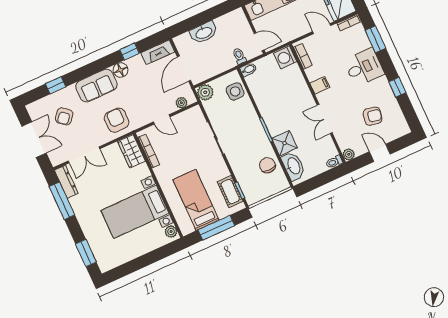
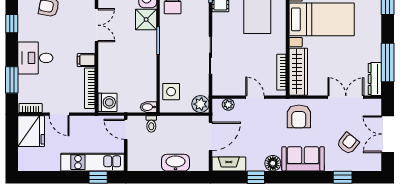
bookcase: (303, 56) -> (90, 88), width x1.56
wardrobe: (132, 151) -> (298, 72), width x1.50

